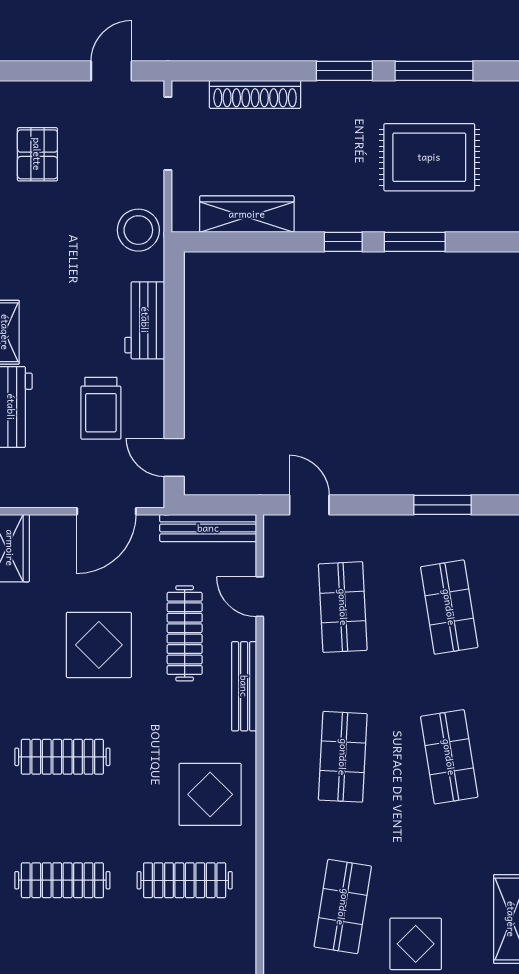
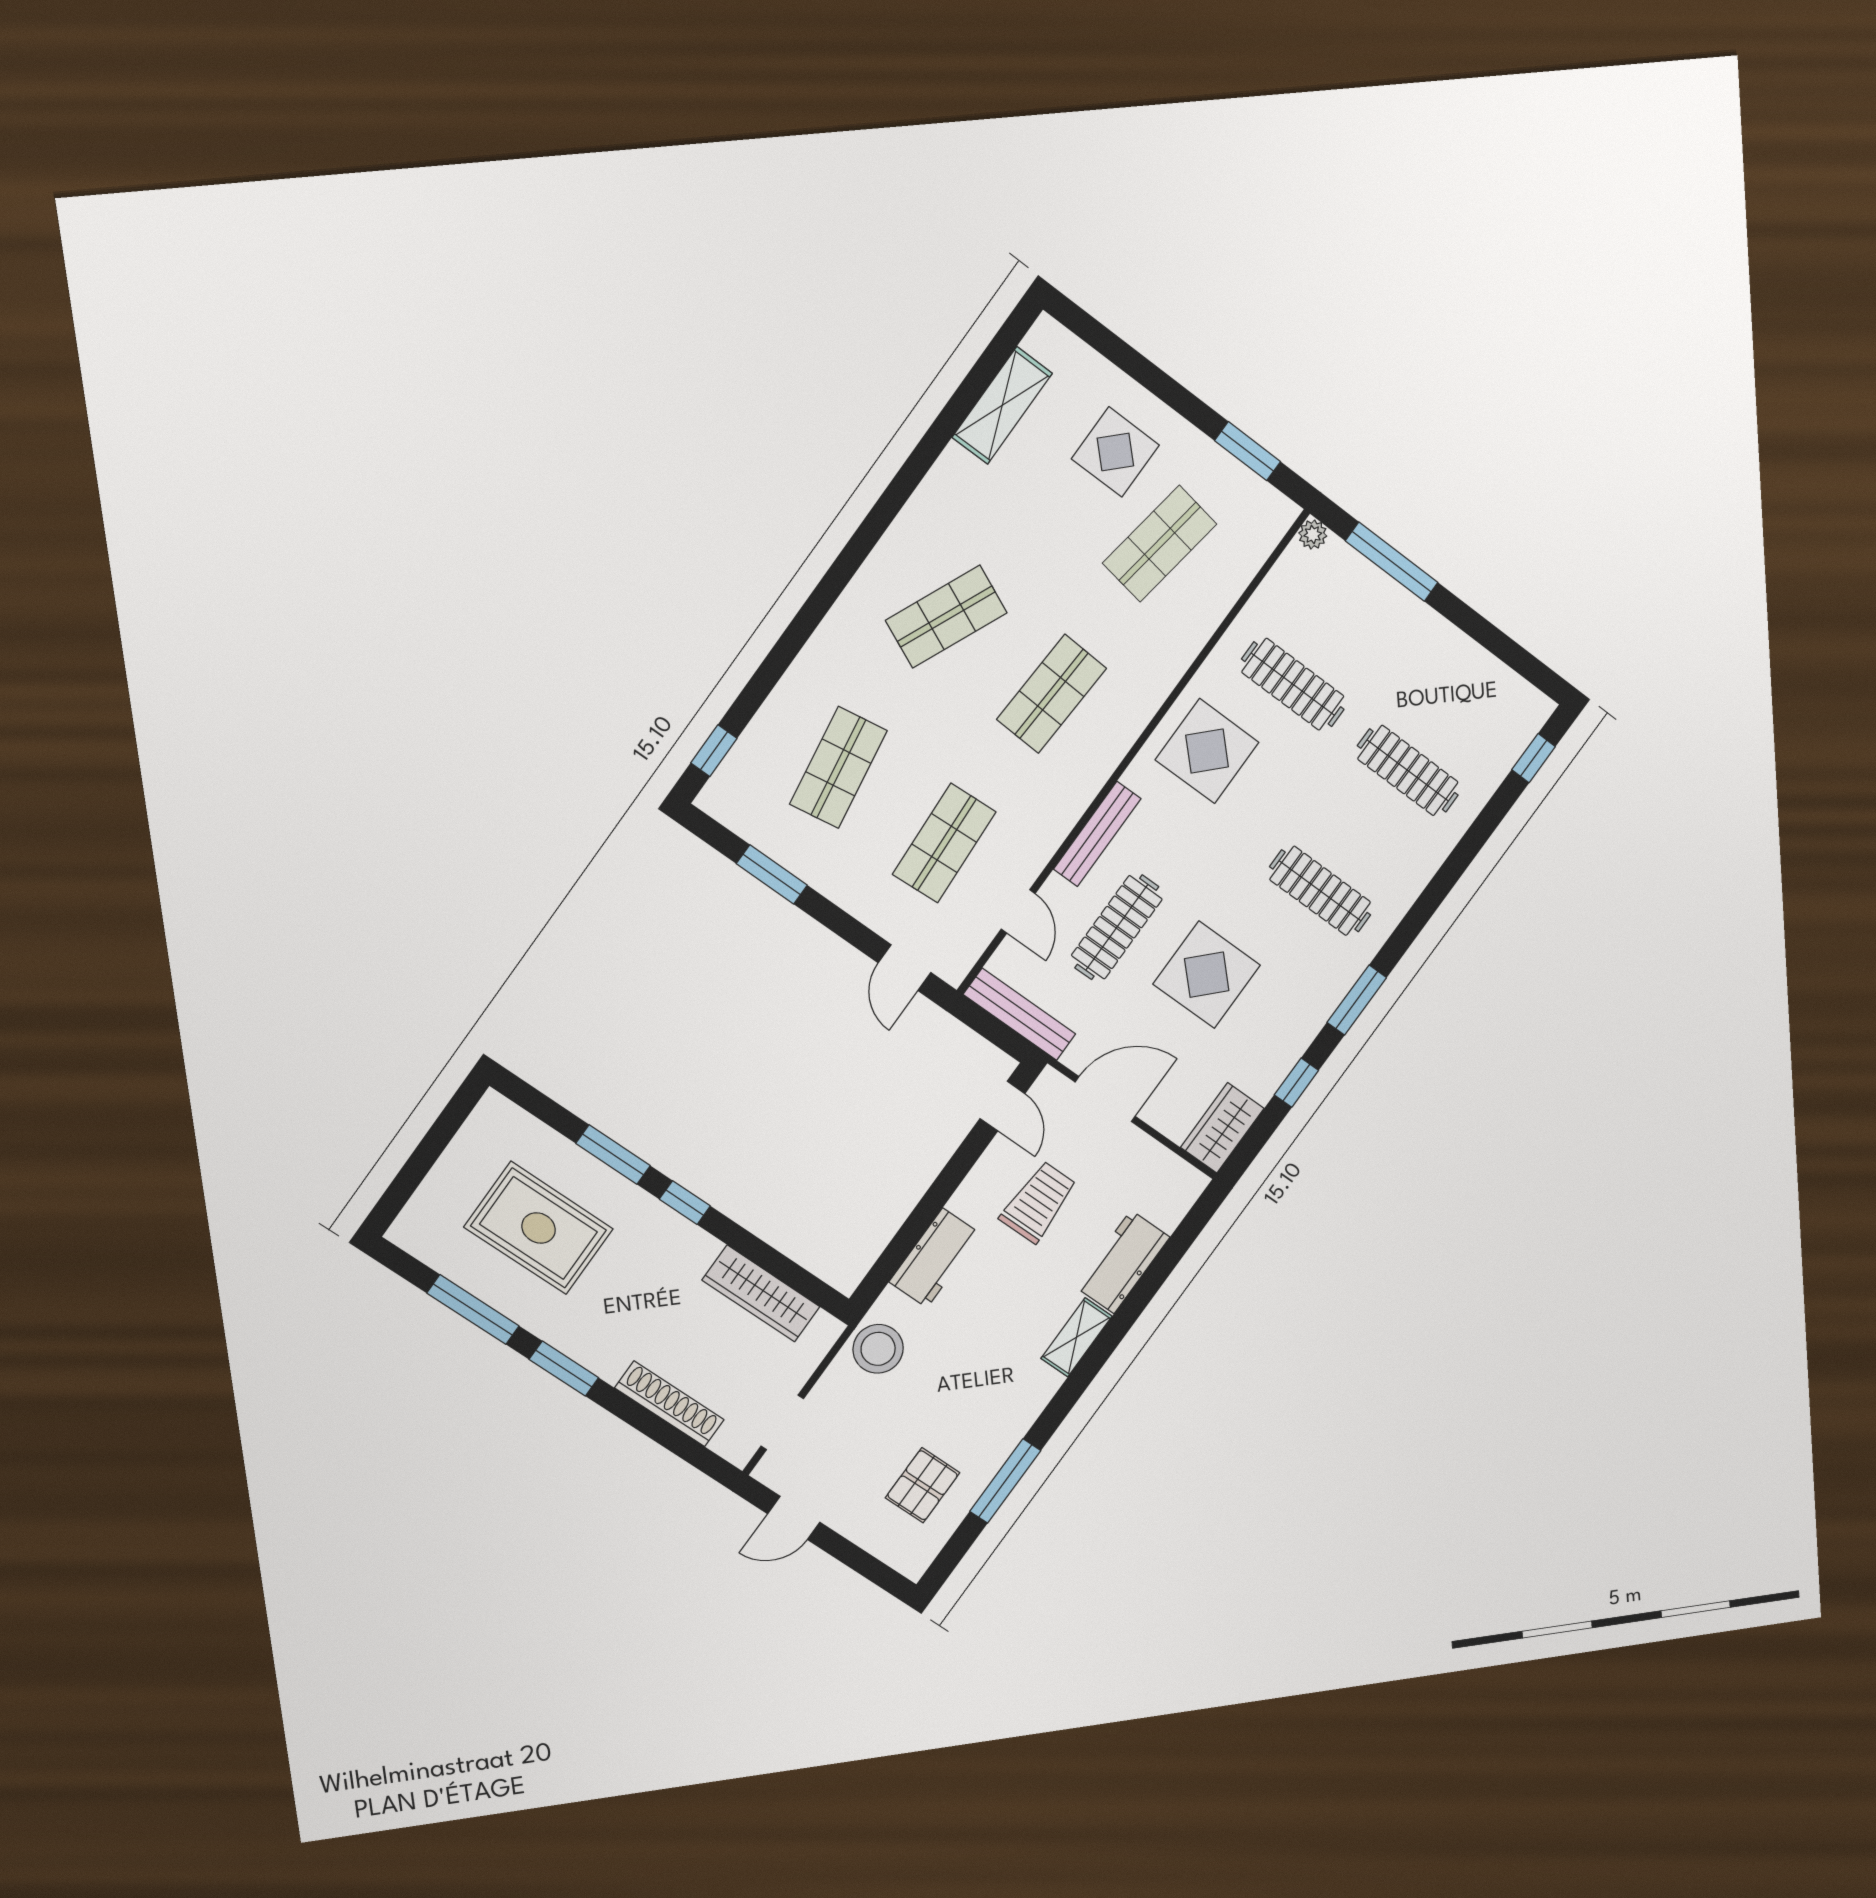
doorway: (168, 133) -> (782, 1422), width x0.73
shop shelf: (449, 757) -> (946, 617), turned 33

